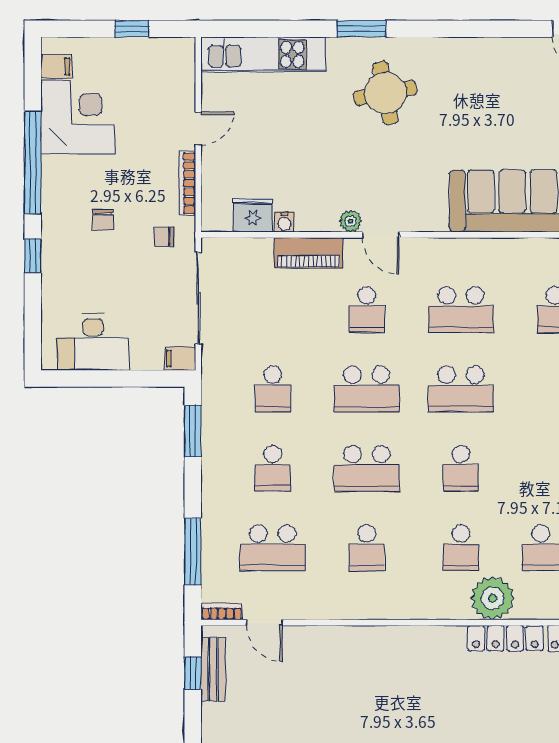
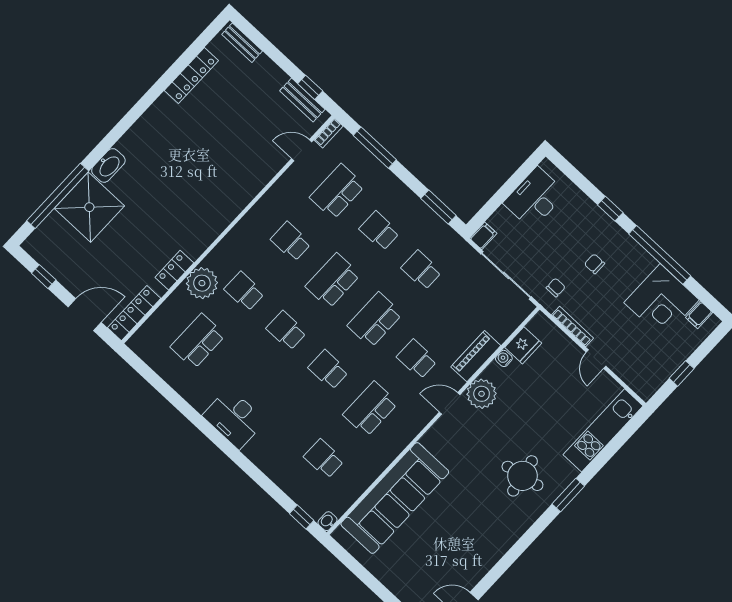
plant: (351, 221) -> (482, 394), width x1.88, depth x1.88
school desk: (461, 389) -> (328, 370), width x0.54
locker: (505, 638) -> (174, 270), width x0.66

